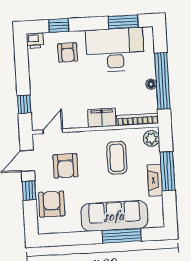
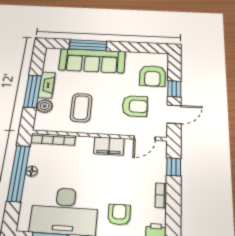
bookcase: (33, 75) -> (161, 195), added
filing cabinet: (102, 118) -> (109, 146), moved
plant: (151, 138) -> (45, 106), moved
armchair: (65, 166) -> (135, 106), turned 90

